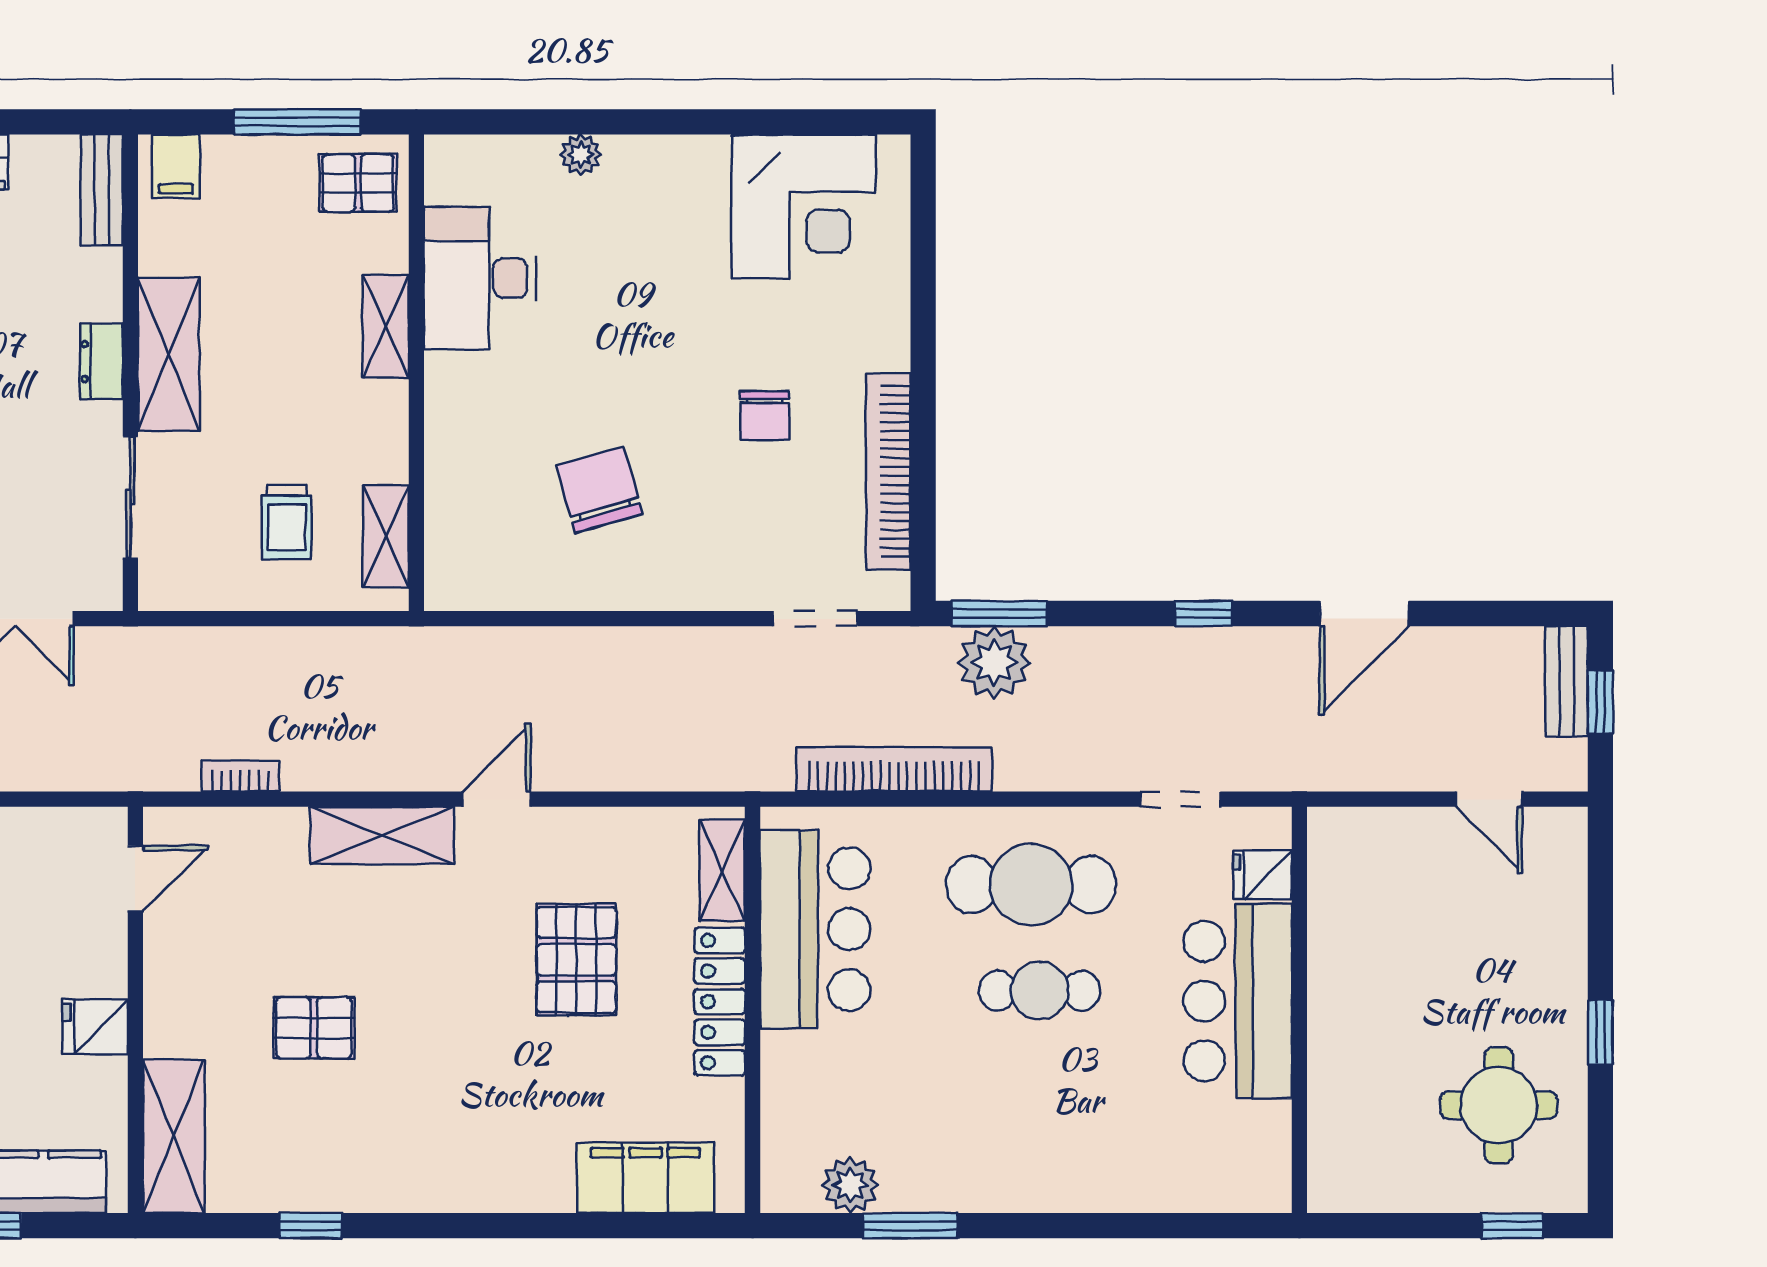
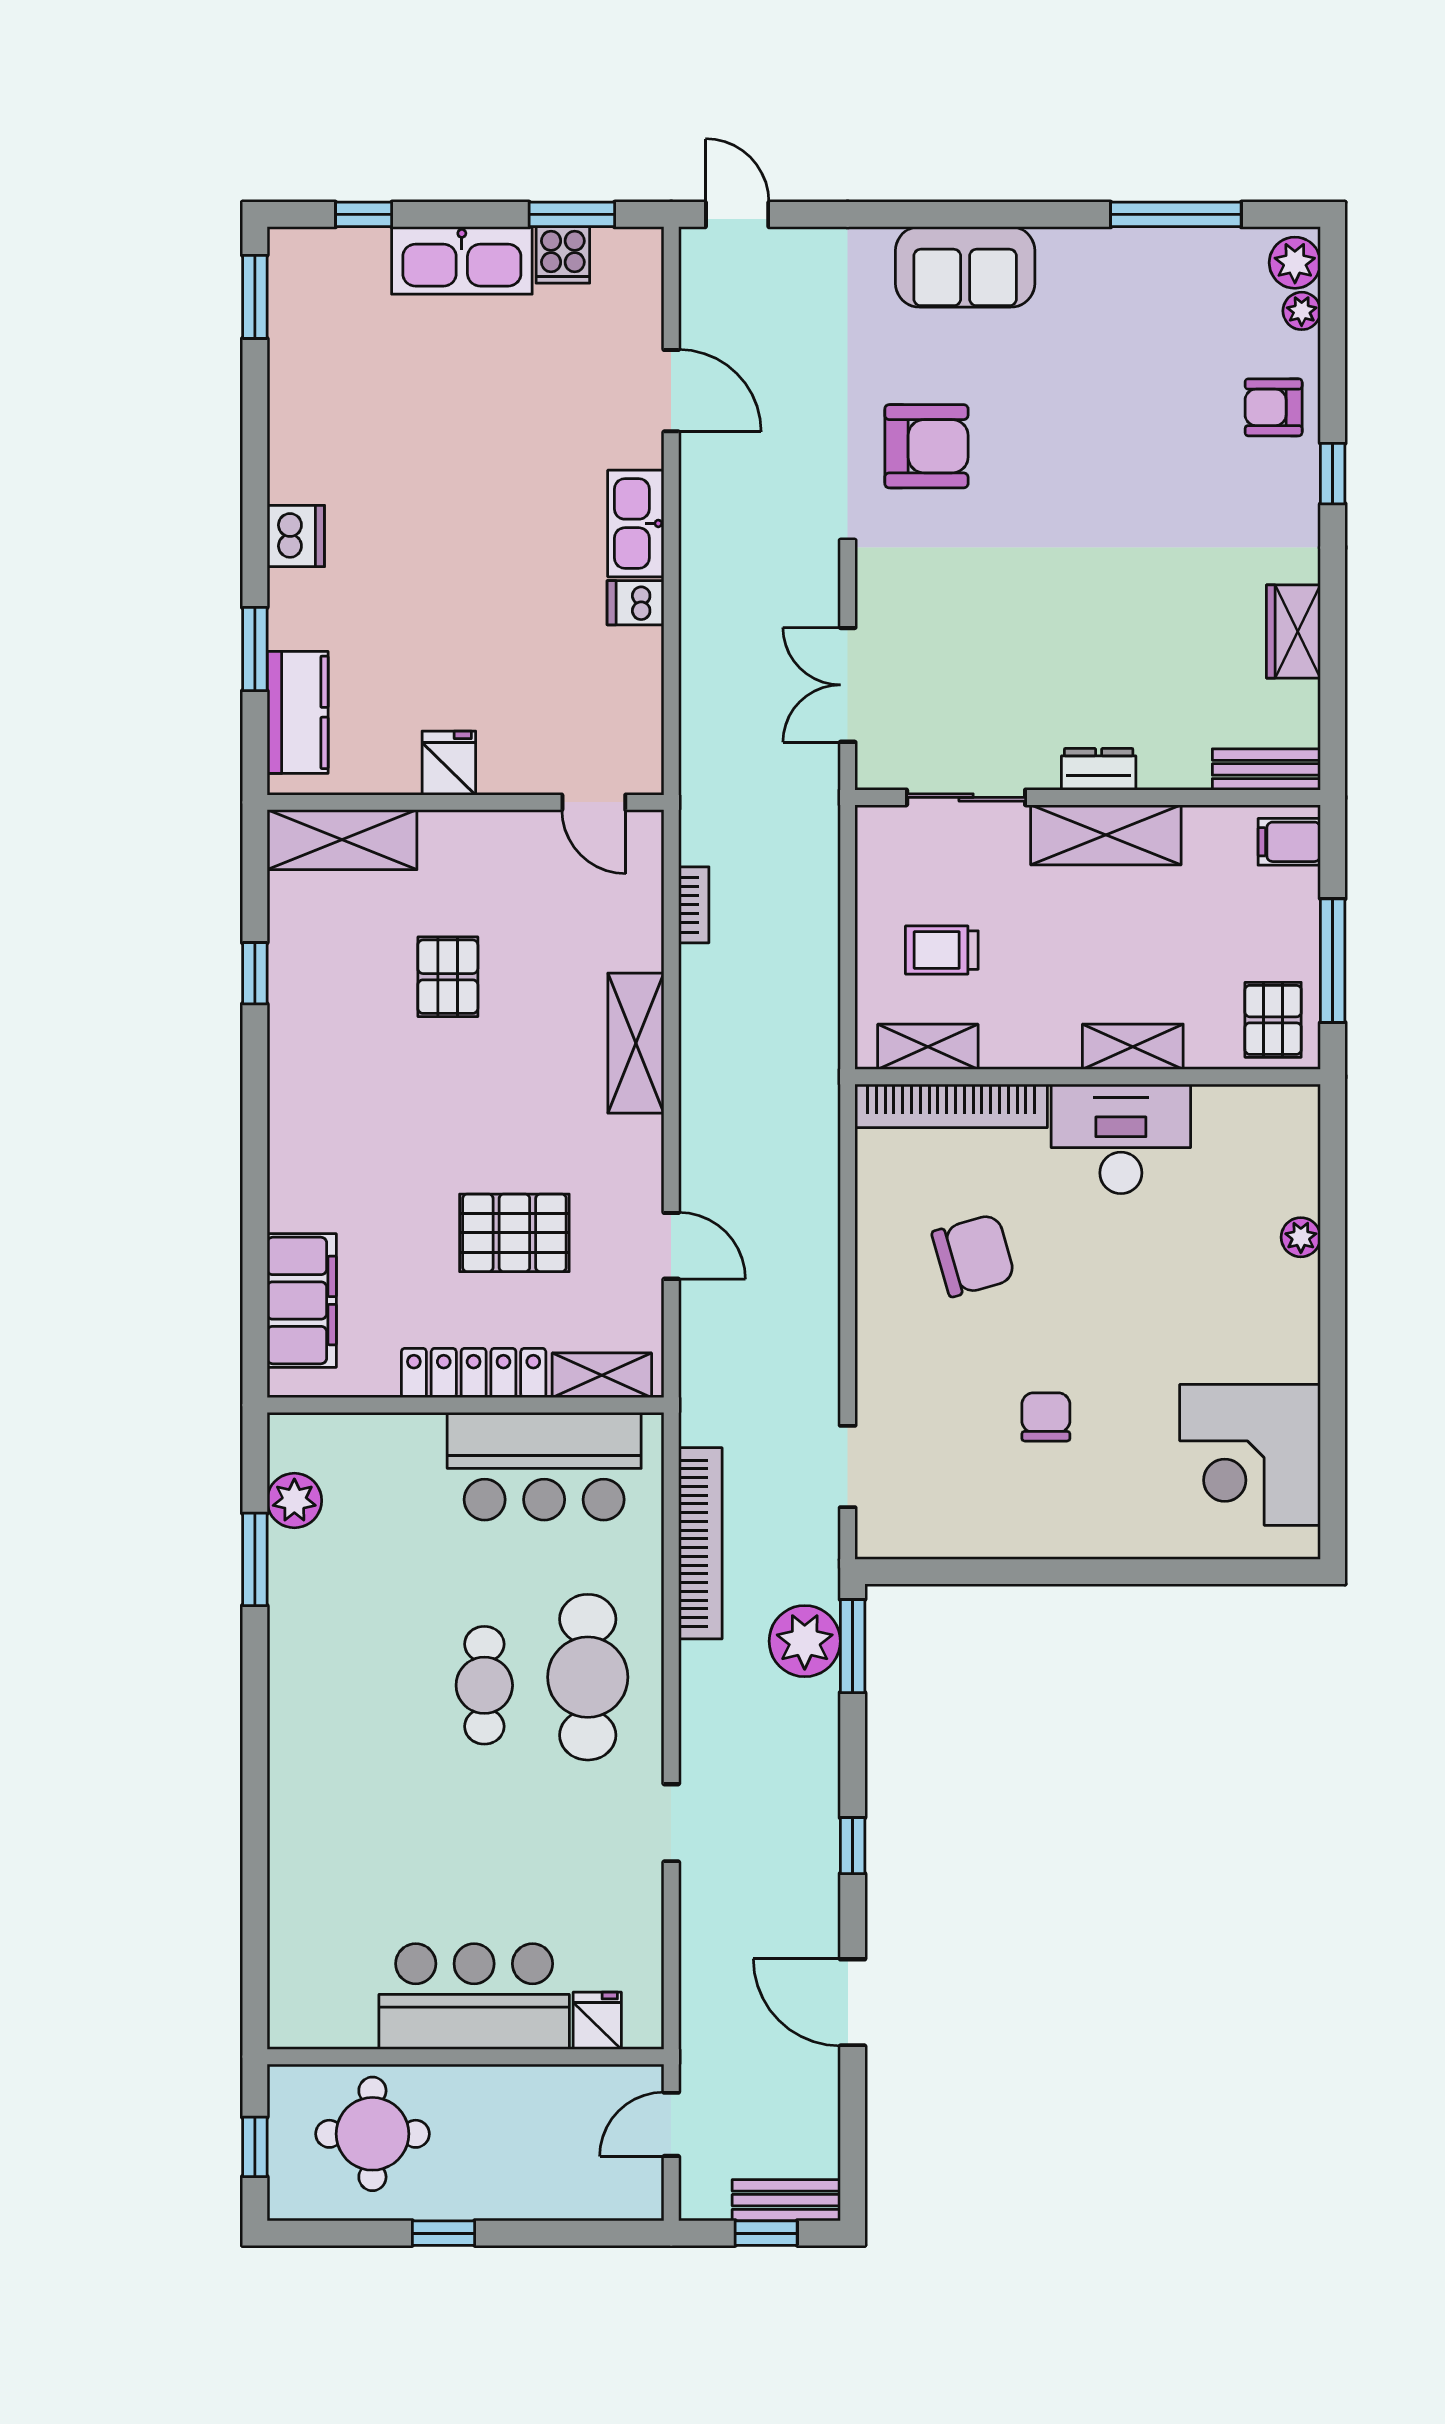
desk: (480, 278) -> (1121, 1139), moved
chair: (765, 416) -> (1046, 1417), turned 90
bookcase: (888, 472) -> (951, 1106), moved, turned 180
door: (496, 799) -> (671, 1246), moved
fridge: (1262, 875) -> (597, 2021), moved
bar counter: (1238, 1001) -> (474, 1996), moved
wall: (1299, 1010) -> (465, 2057), moved

